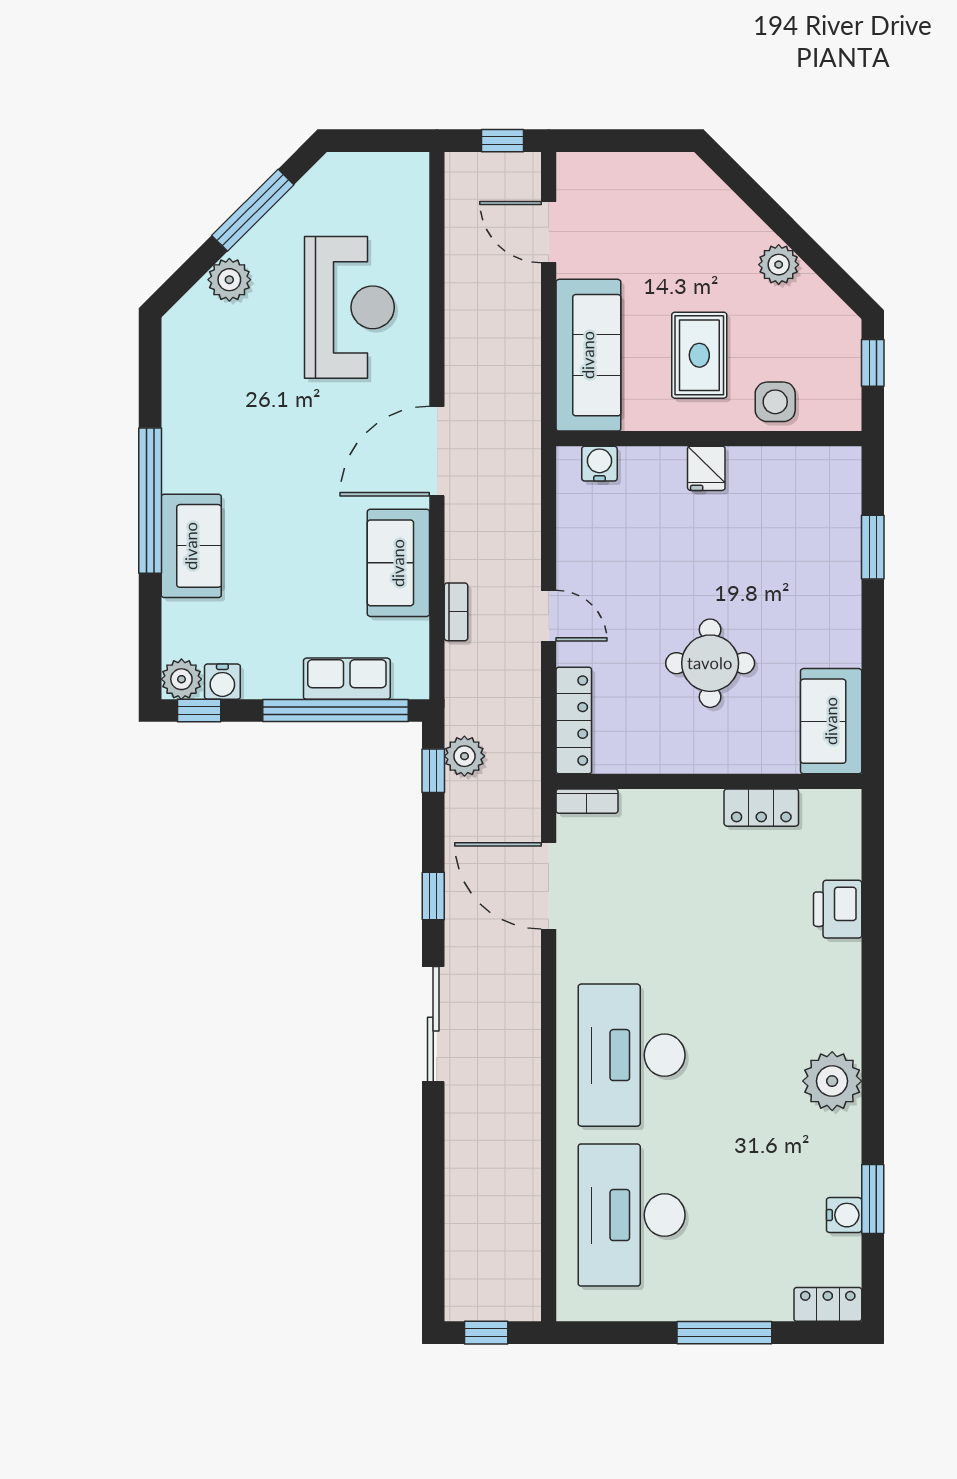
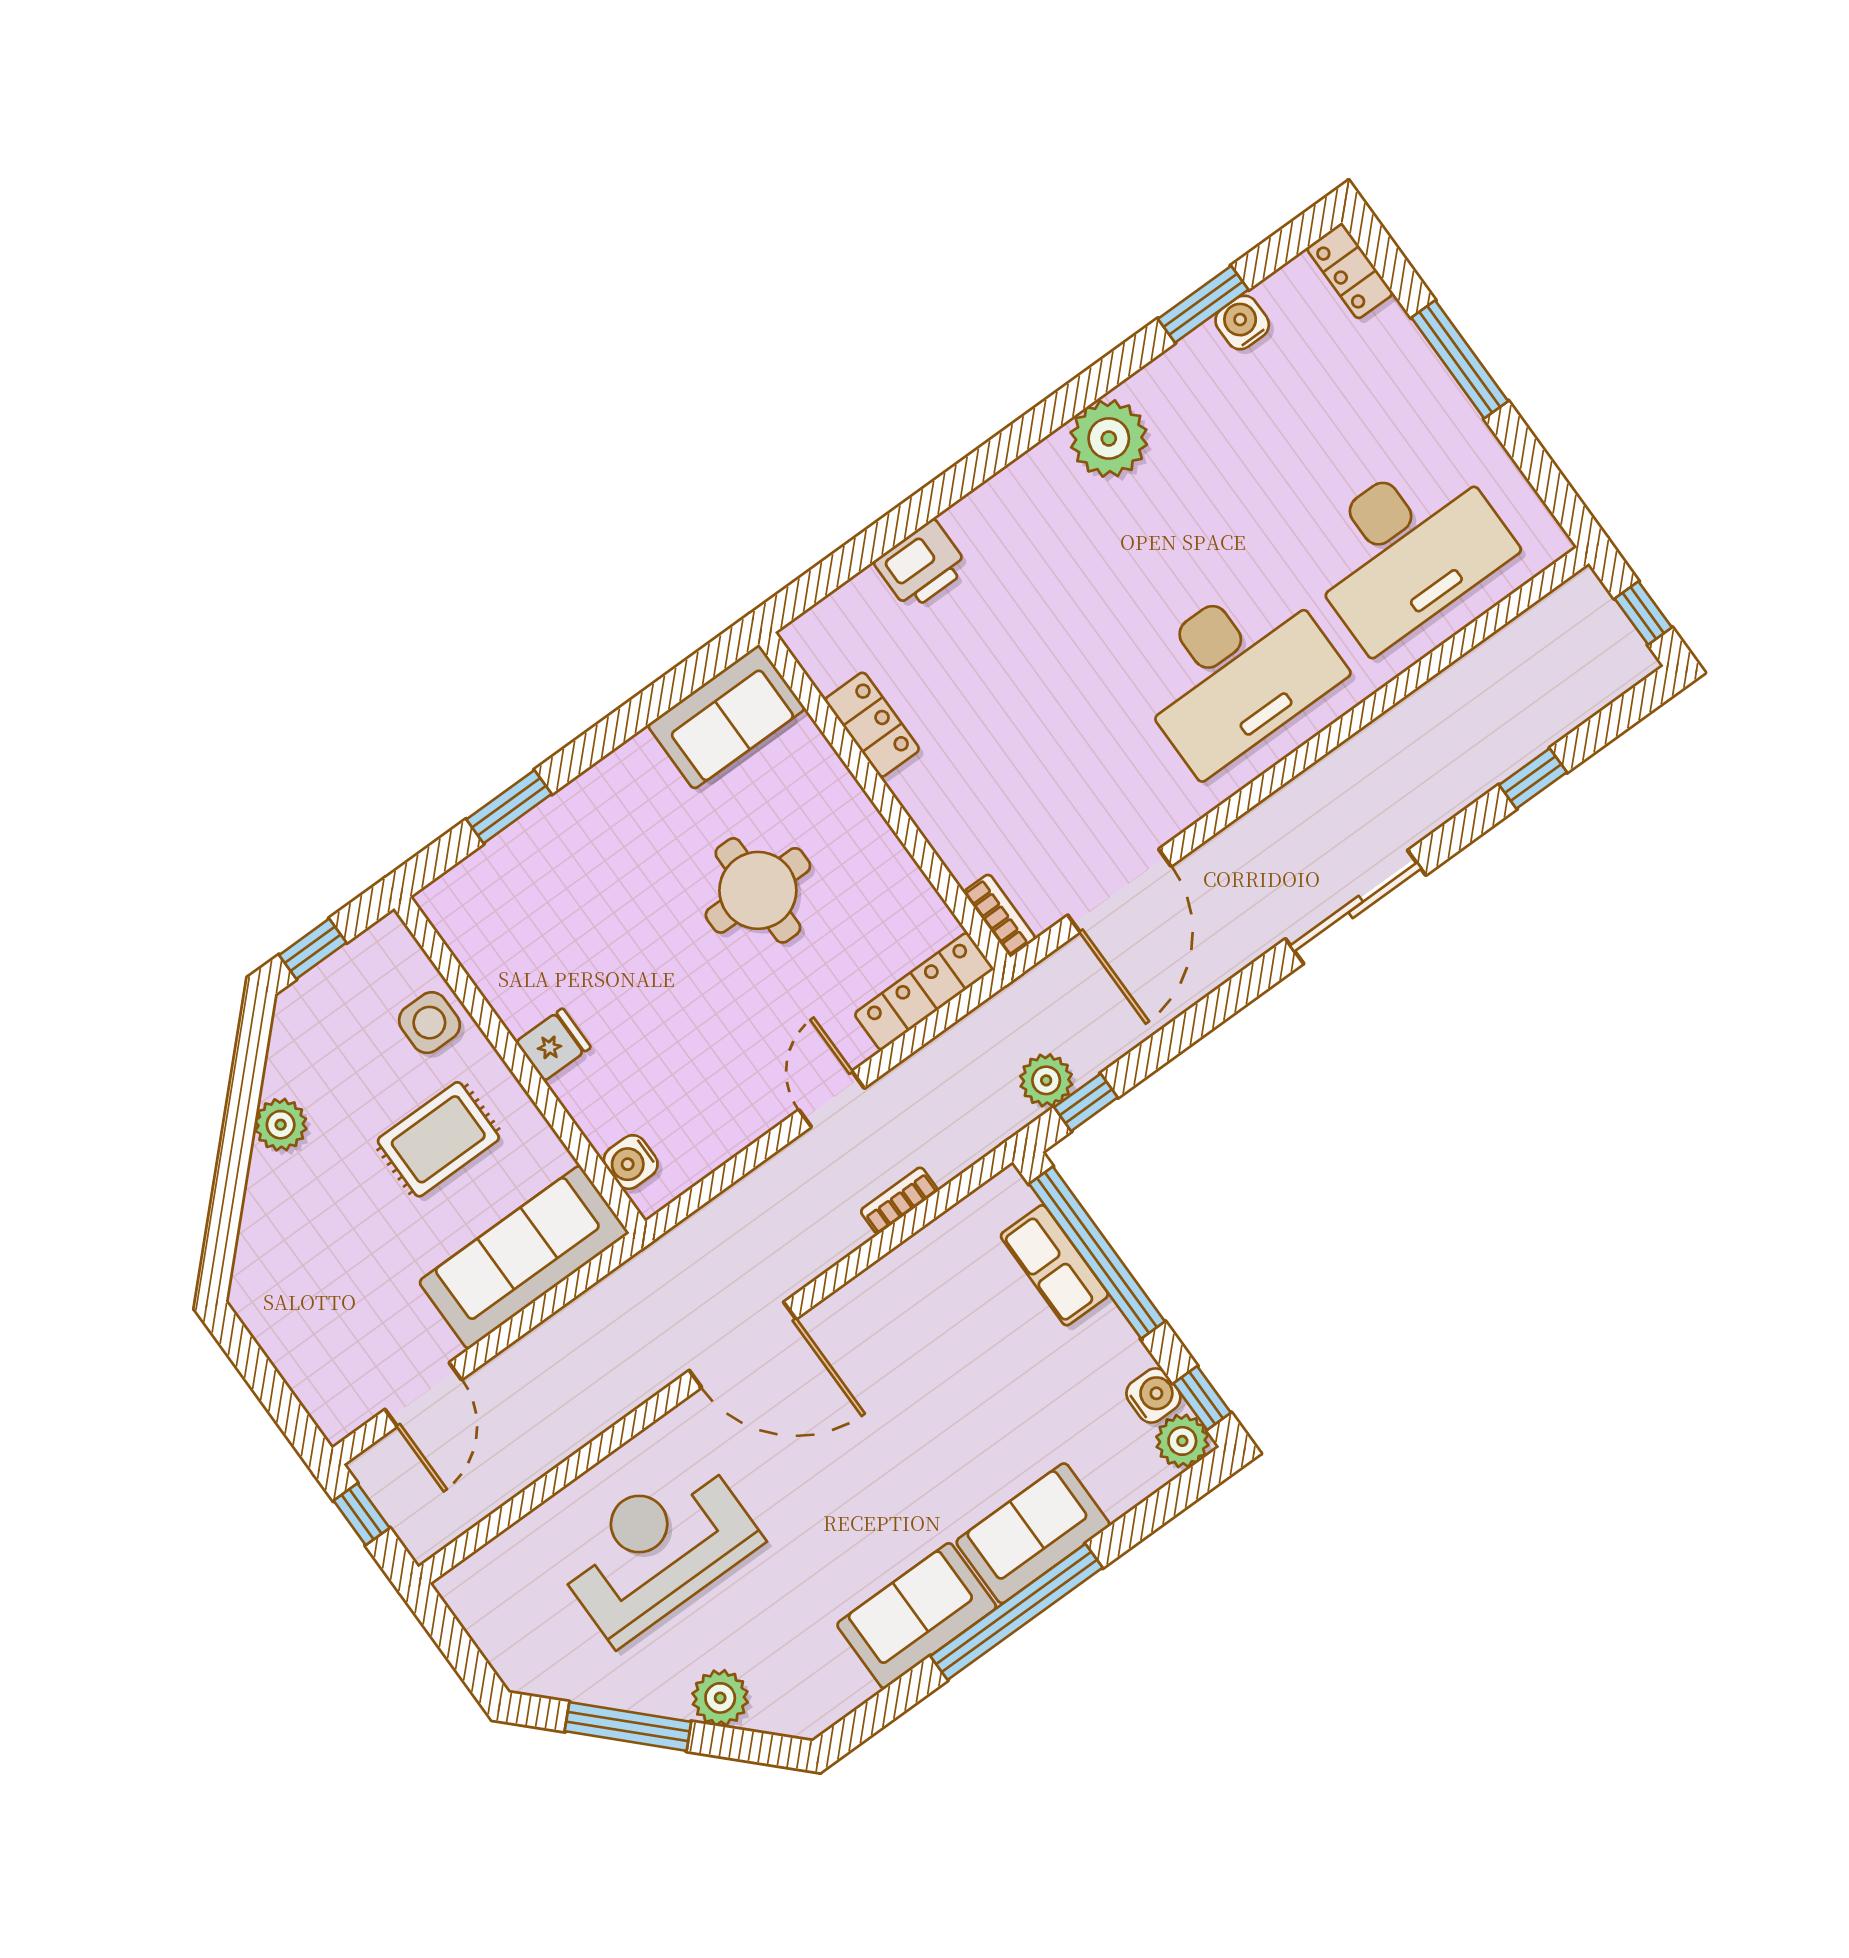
sofa: (398, 563) -> (917, 1616), moved, turned 180
window: (433, 896) -> (1533, 779), moved

